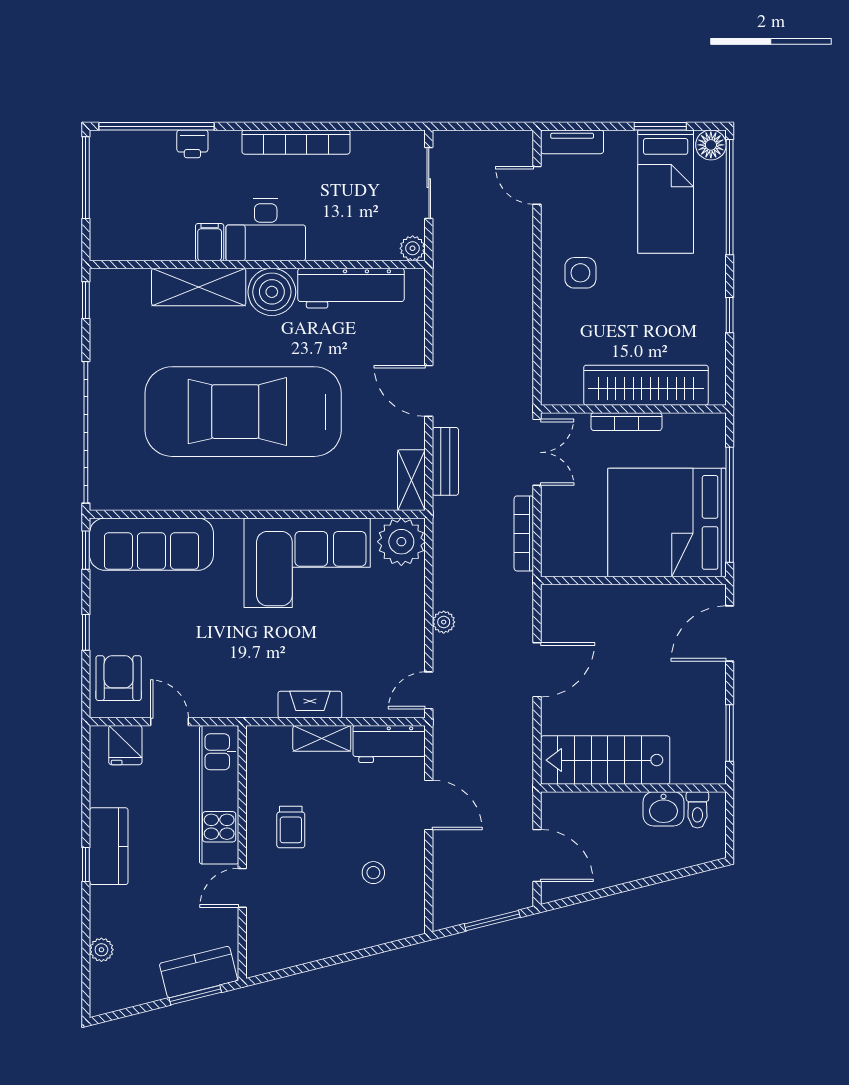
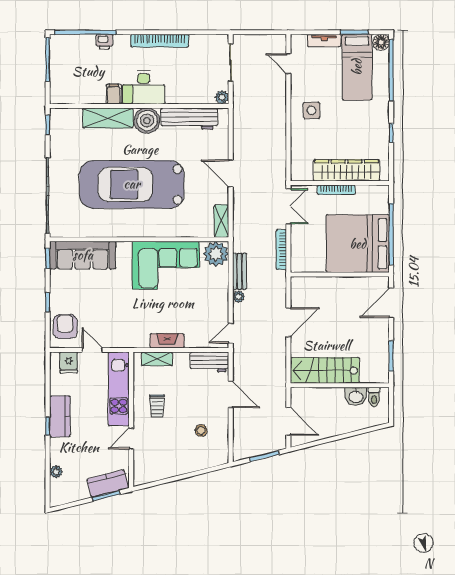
tv unit: (572, 142) -> (324, 41), moved
bench: (445, 461) -> (239, 271), moved
shelving: (322, 738) -> (157, 359), moved

